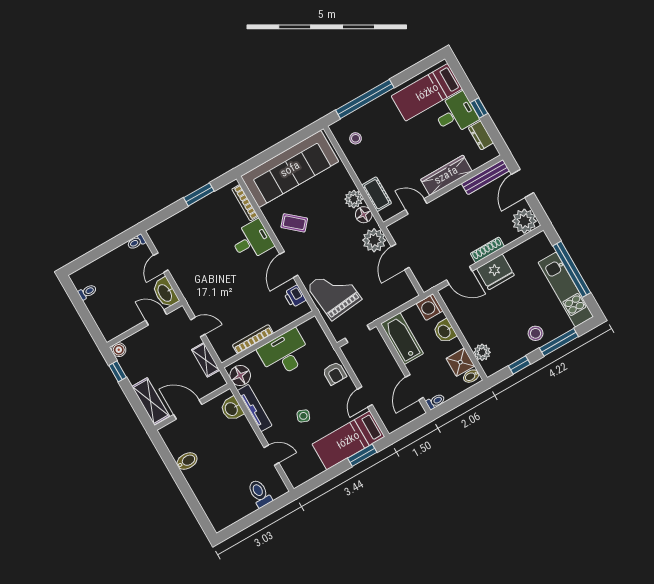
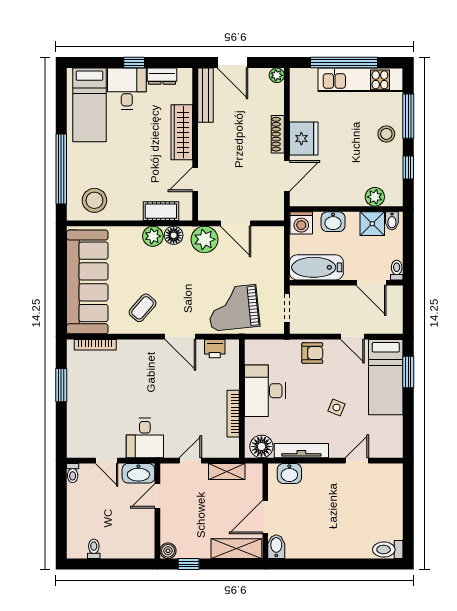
stool: (356, 138) -> (94, 200), width x1.89, depth x1.89
plant: (524, 221) -> (277, 75), width x0.53, depth x0.53
desk: (252, 241) -> (145, 438), moved, turned 180
bidet: (187, 461) -> (276, 547), moved
toilet: (260, 493) -> (388, 550), moved

